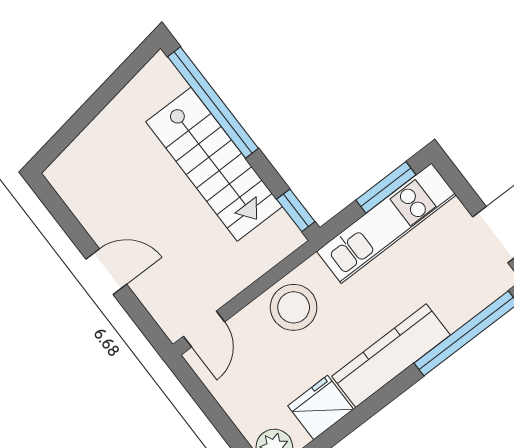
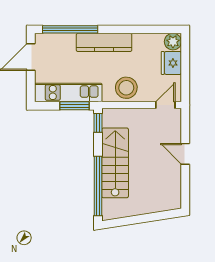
window: (386, 187) -> (74, 106), moved
fridge: (321, 407) -> (171, 63), moved, turned 90

